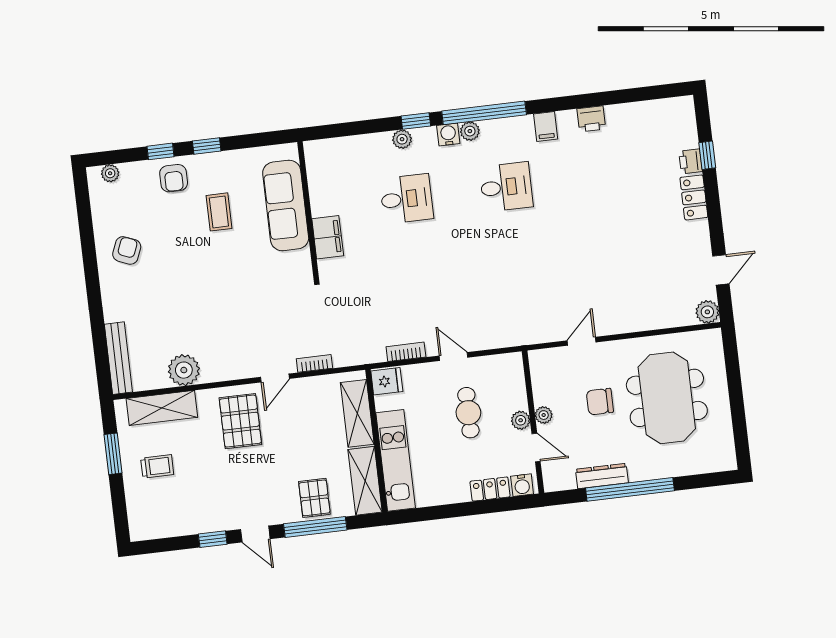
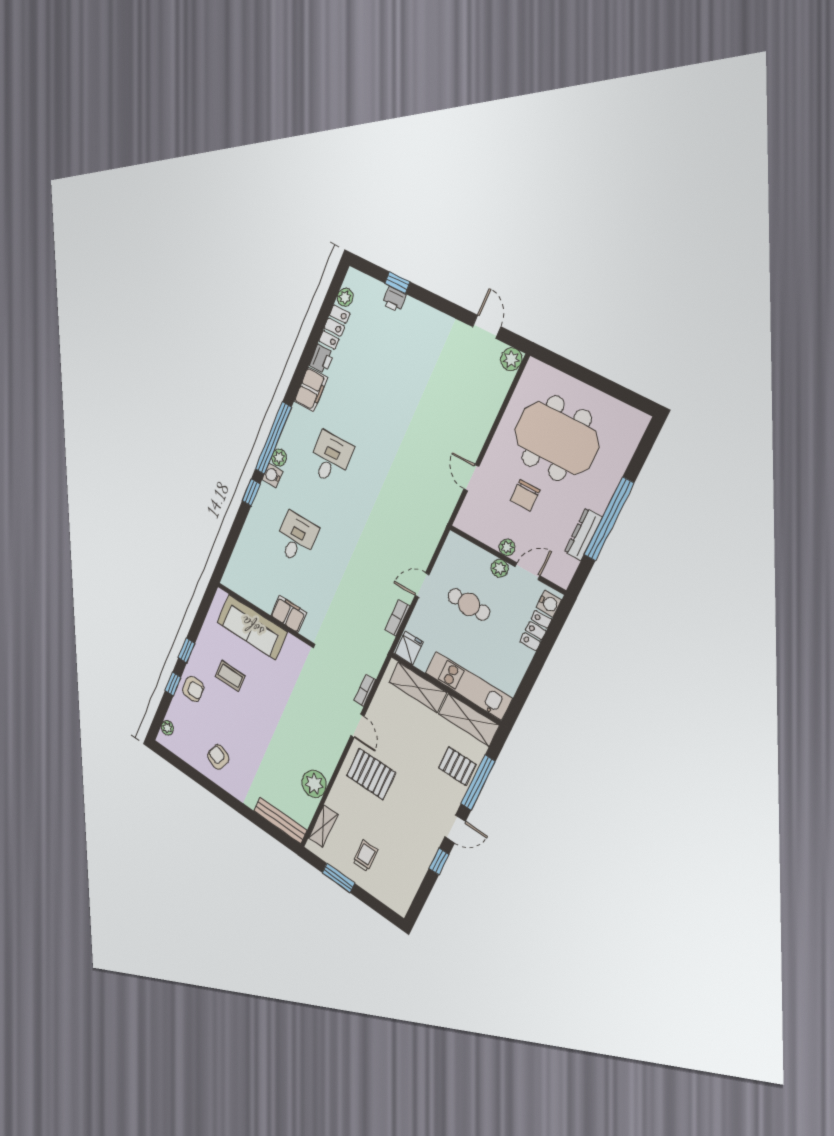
filing cabinet: (546, 126) -> (311, 389), width x2.00
plant: (402, 139) -> (345, 297), moved
locker: (694, 197) -> (334, 327), moved, turned -90
shelving: (162, 408) -> (323, 826), width x0.67, depth x0.75

